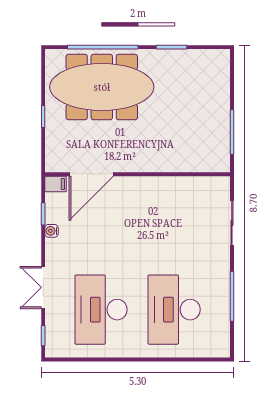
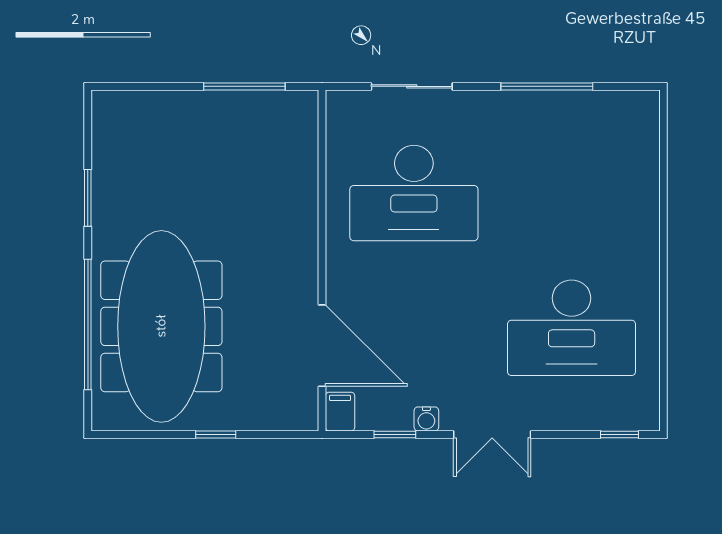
double door: (43, 287) -> (492, 434), moved
desk: (174, 310) -> (414, 193), moved

